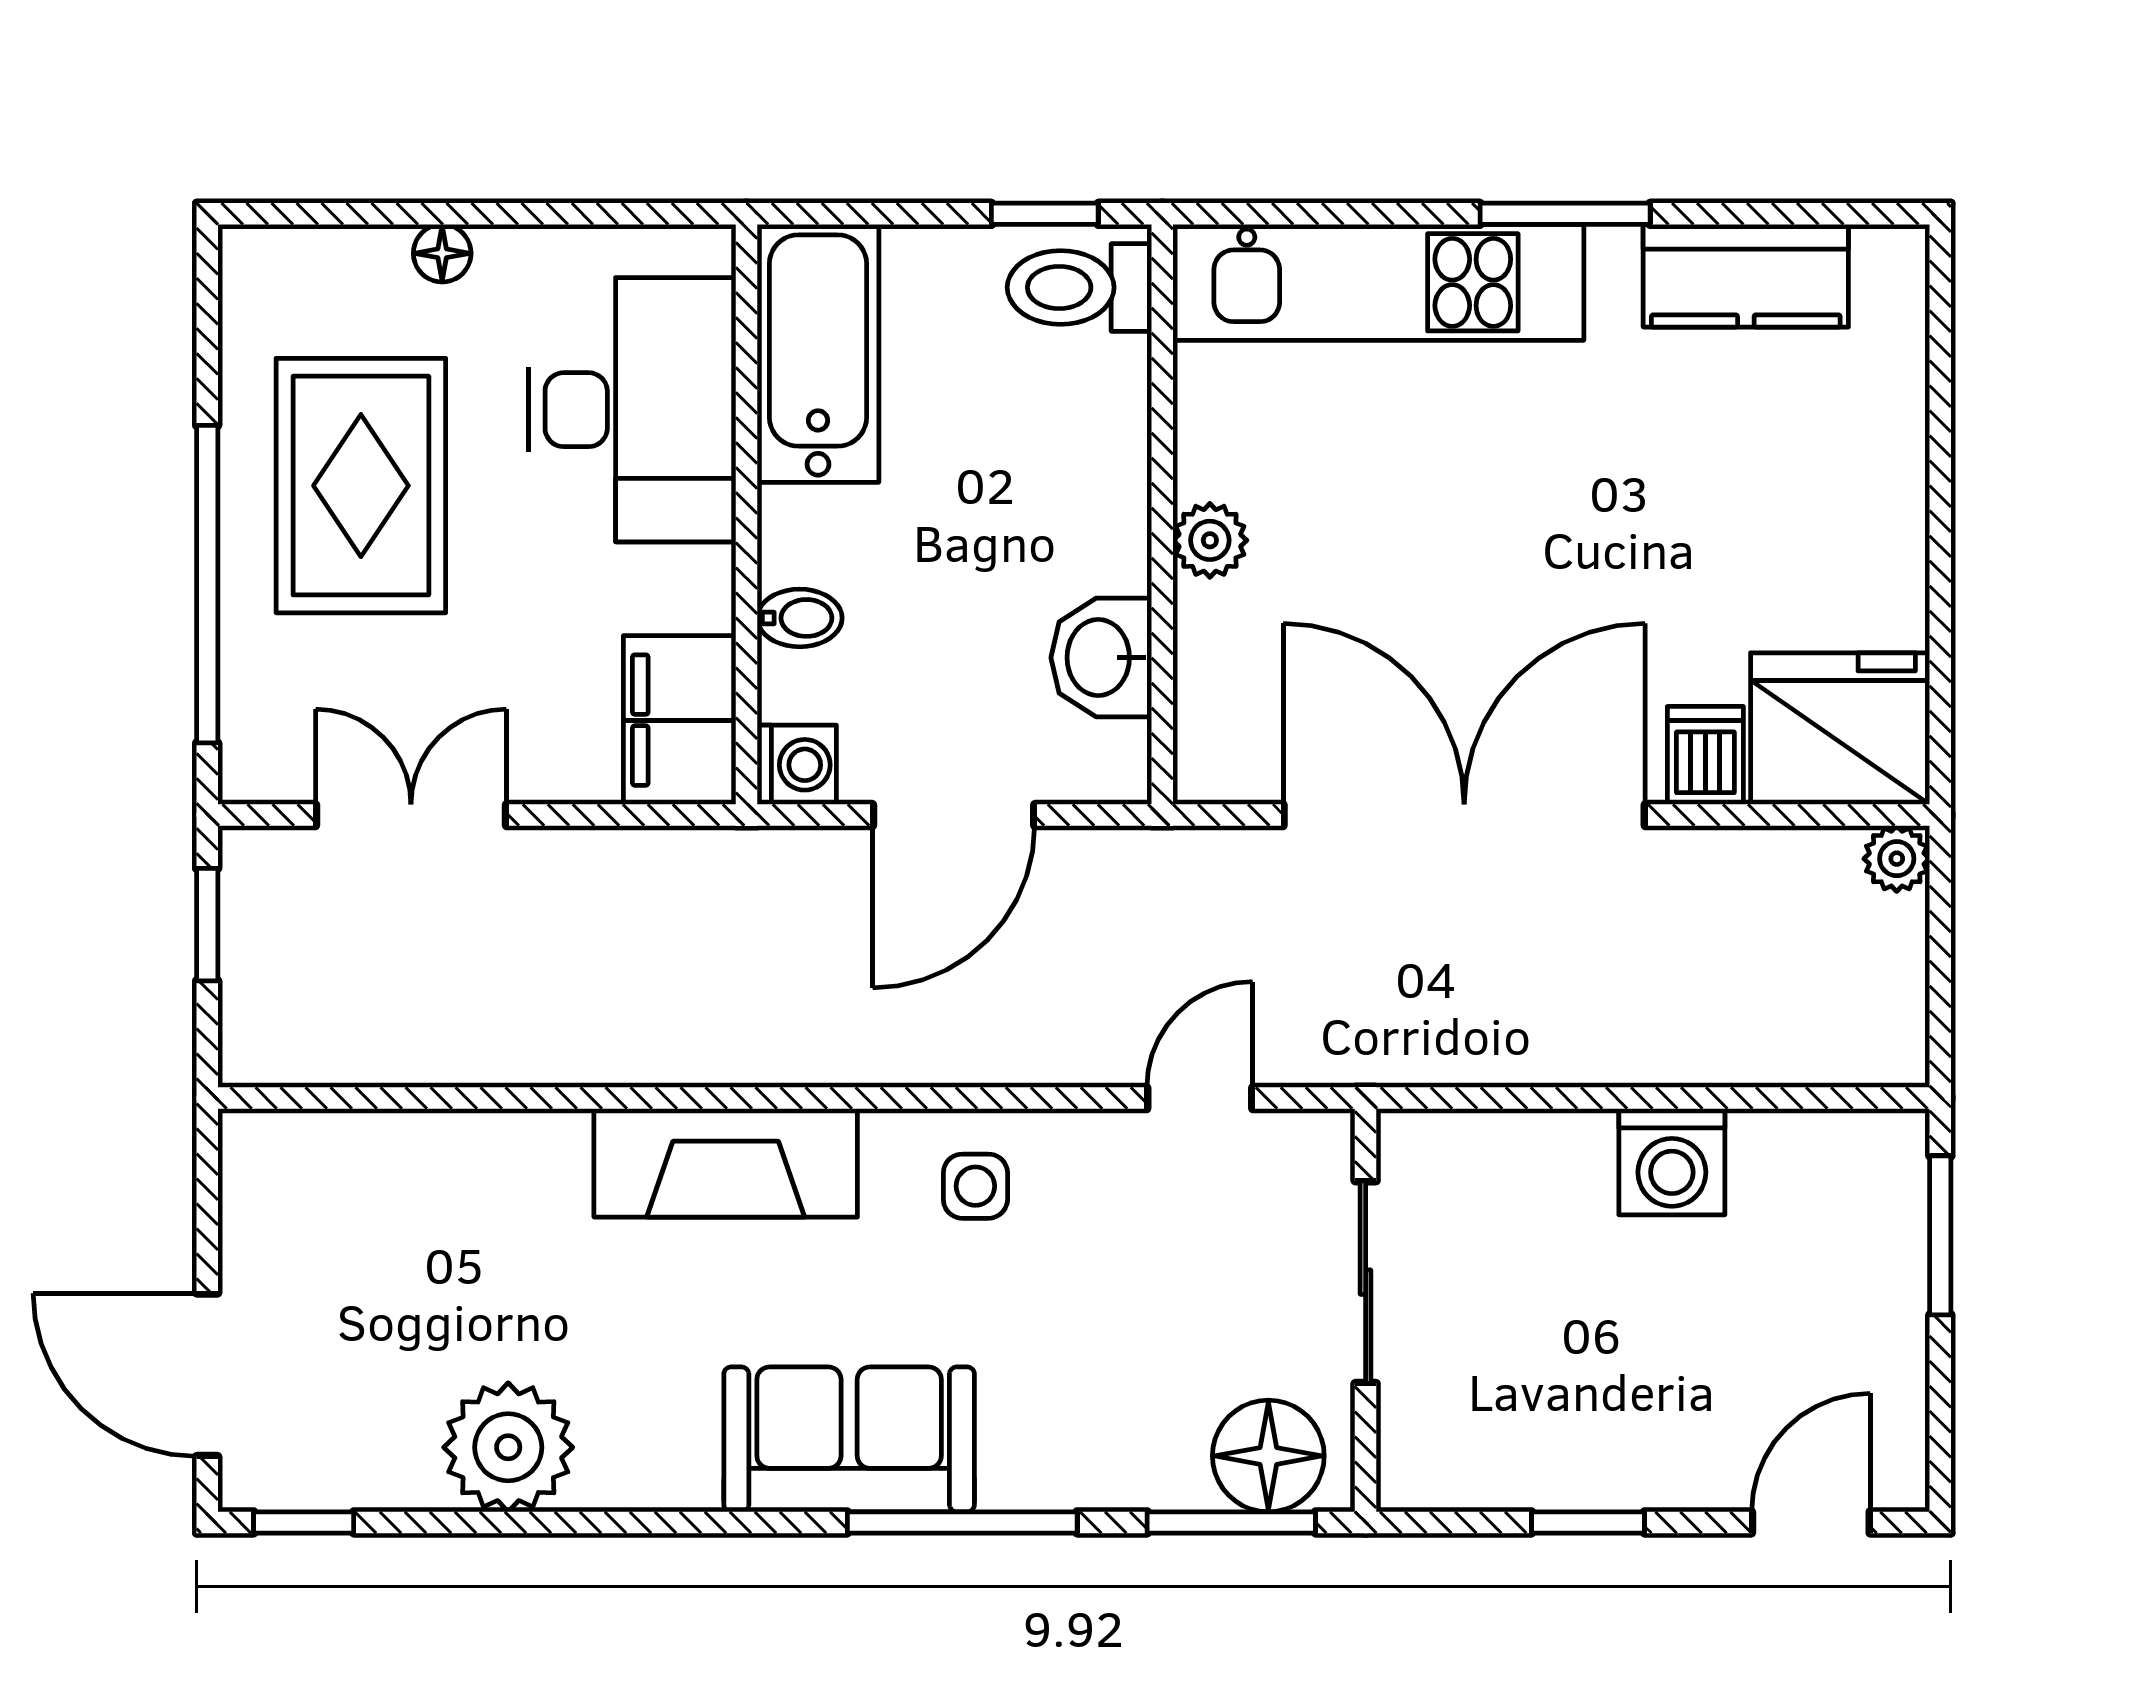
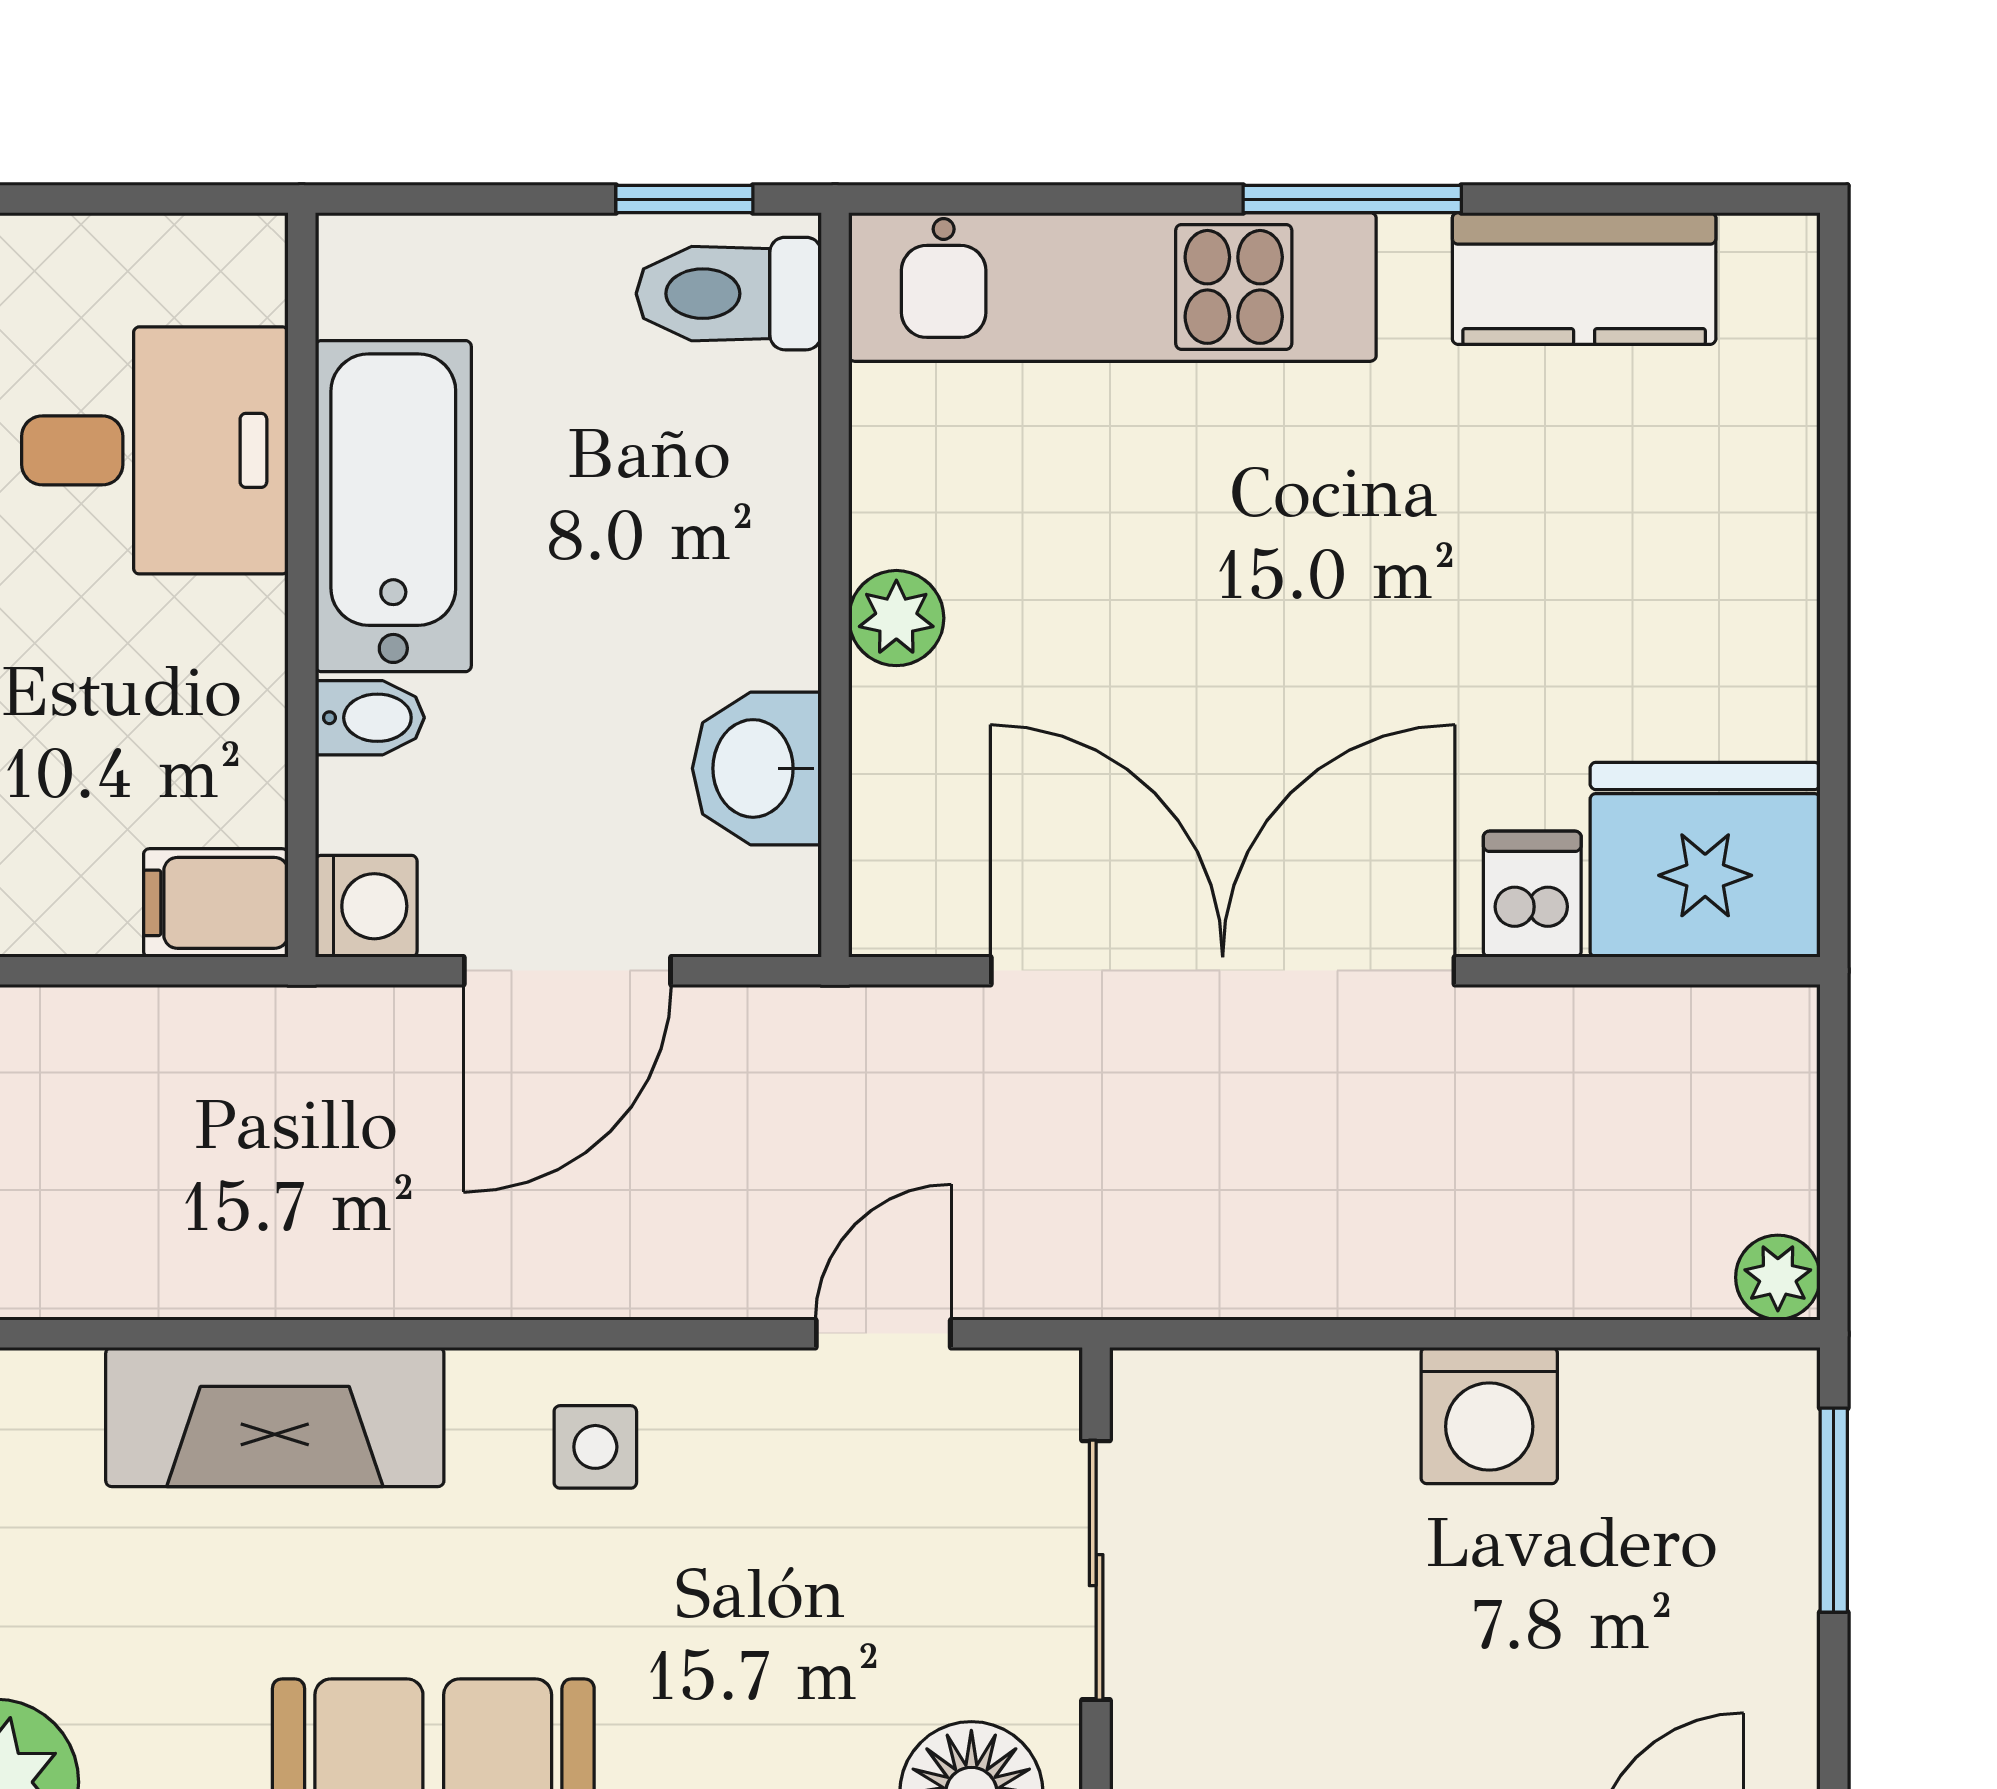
bathtub: (818, 353) -> (393, 506), moved
desk: (632, 410) -> (155, 450), width x0.73
filing cabinet: (680, 720) -> (216, 903), width x0.50
plant: (1897, 859) -> (1778, 1277), moved

